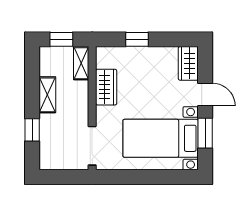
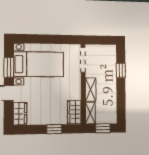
wardrobe: (106, 87) -> (74, 112), moved
shelving: (47, 95) -> (91, 90), moved

